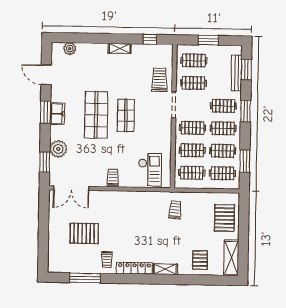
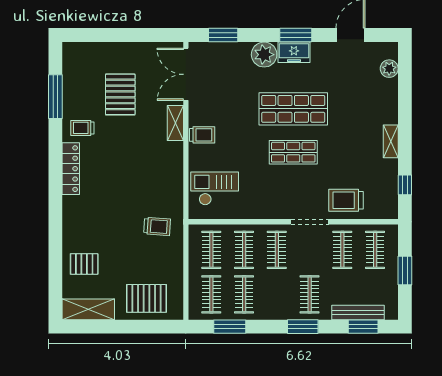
trolley: (159, 80) -> (346, 200), turned 180
clothes rail: (223, 128) -> (277, 294), removed
plant: (58, 149) -> (264, 55), moved
checkout: (150, 170) -> (215, 189), turned 180
shelving: (165, 269) -> (175, 123), moved

